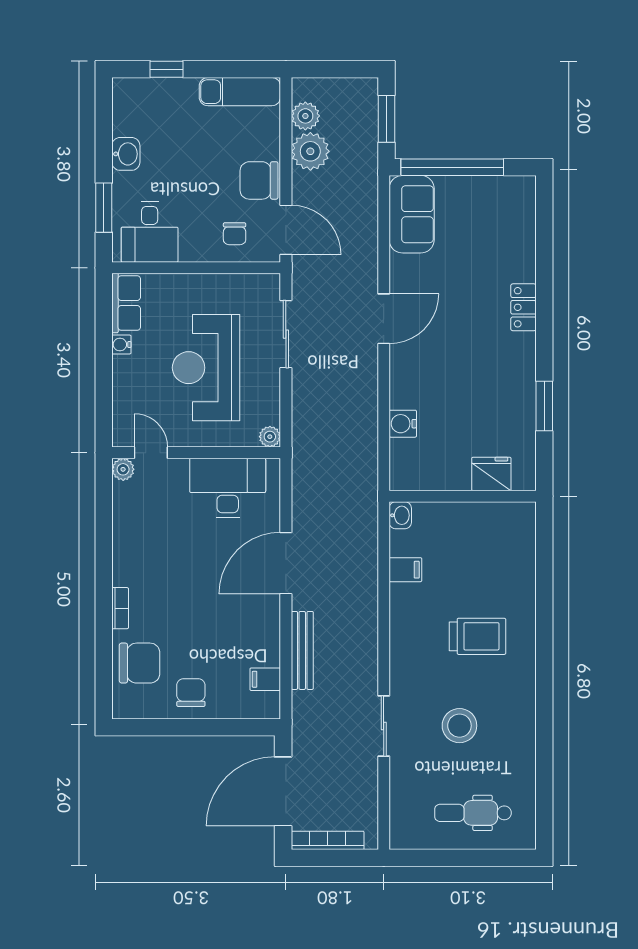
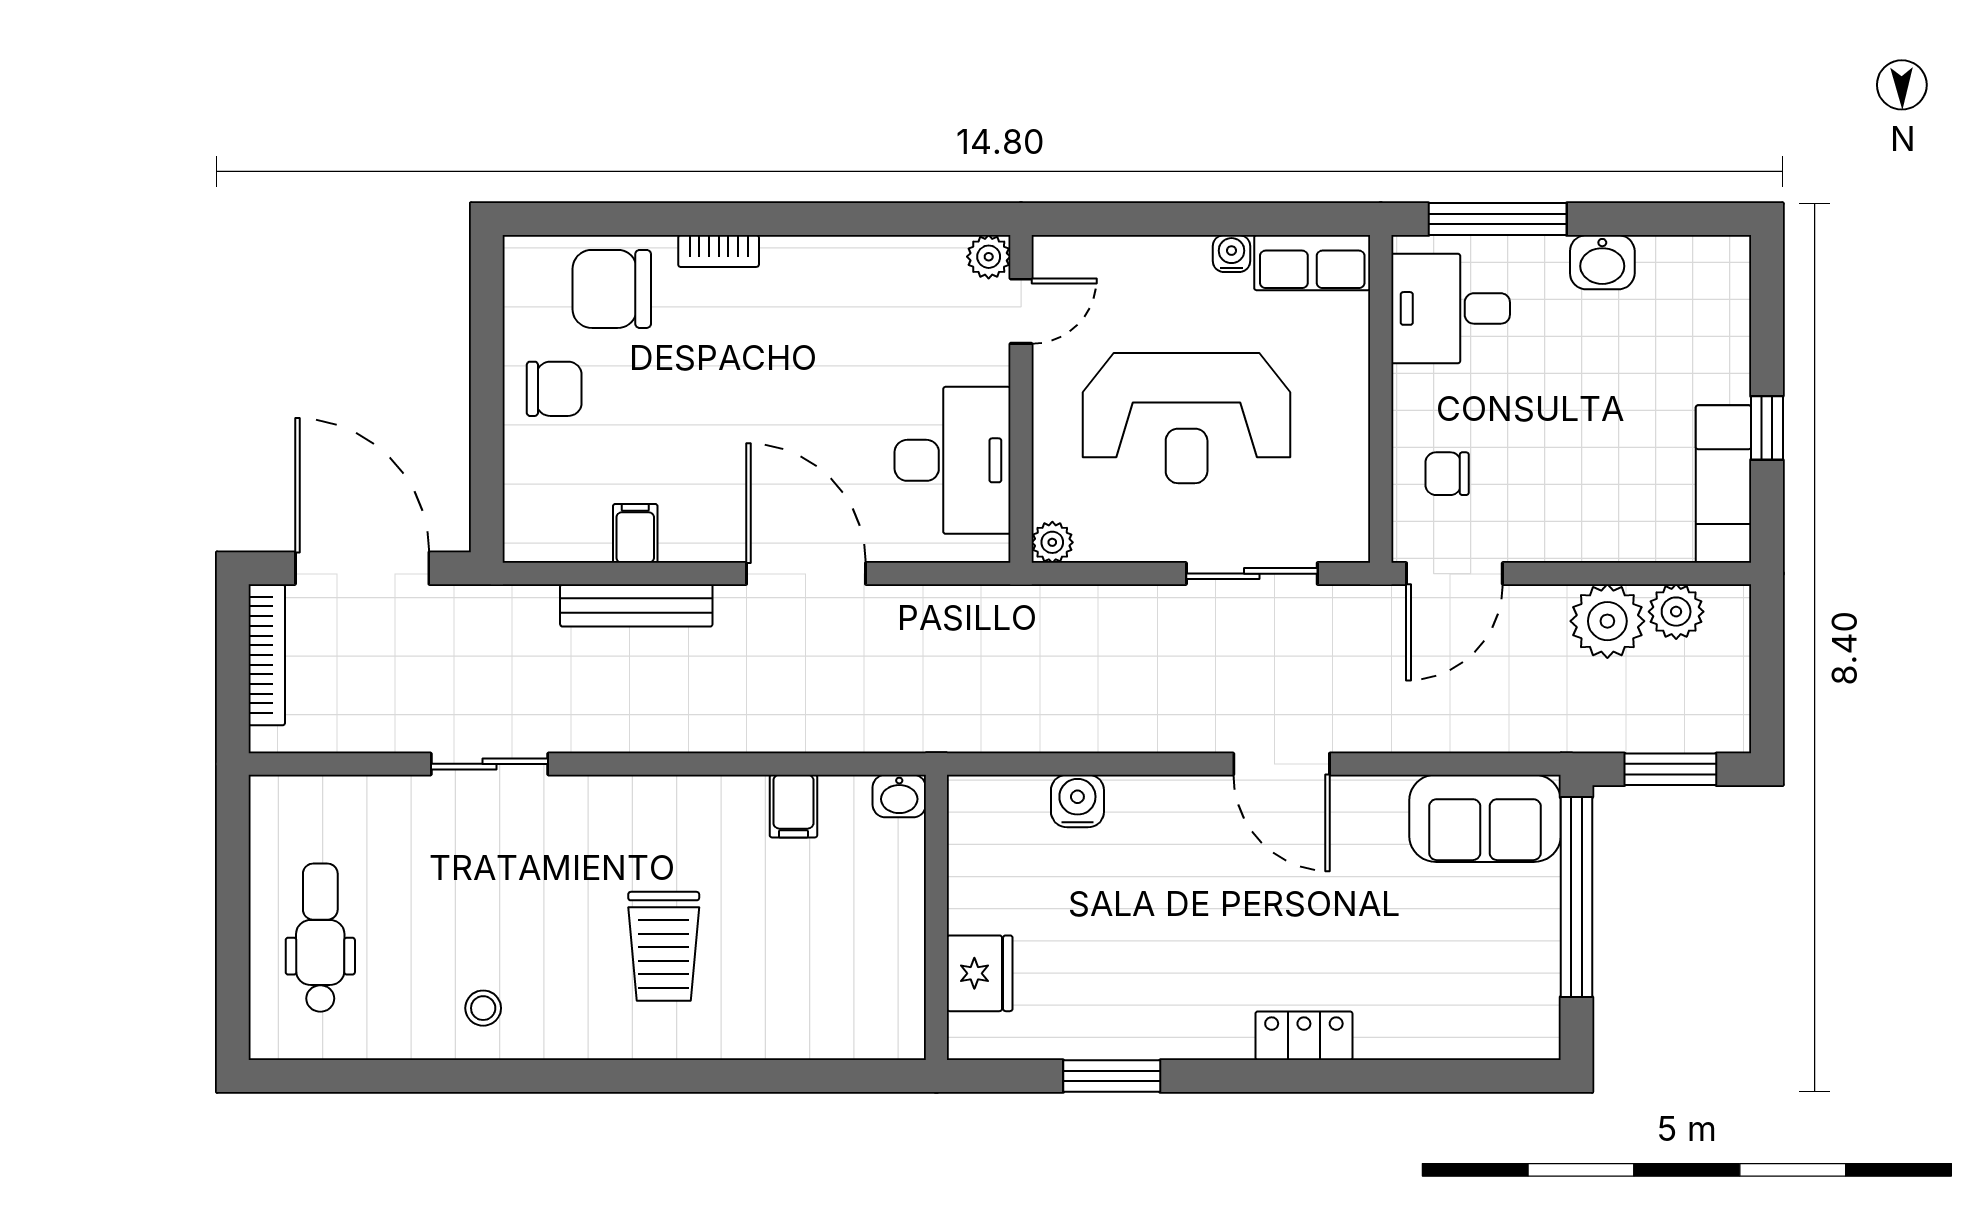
window: (167, 69) -> (1767, 428), moved
chair: (259, 180) -> (1551, 521), removed
window: (104, 208) -> (1498, 219), width x1.44
reception desk: (206, 368) -> (1187, 418), turned 180
chair: (140, 663) -> (612, 289), turned 90
filing cabinet: (265, 679) -> (635, 533), moved
stool: (459, 726) -> (483, 1008), moved, width x0.53, depth x0.53

